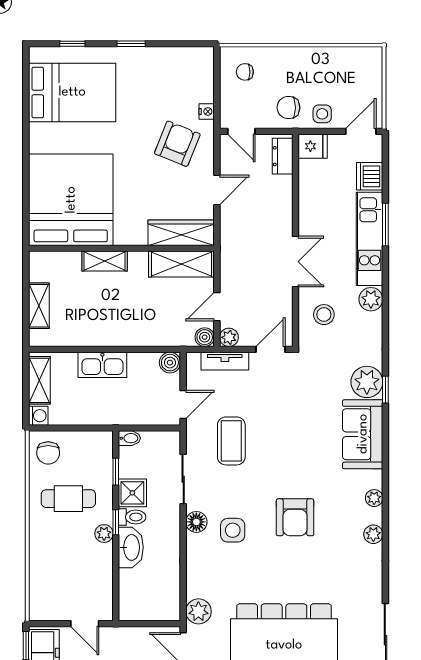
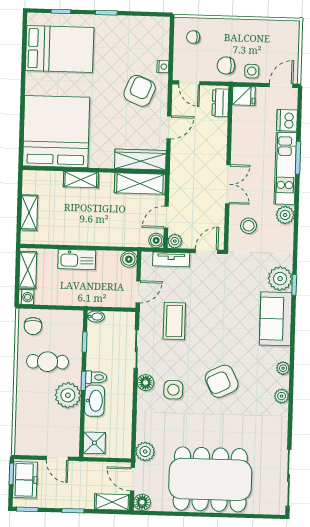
shower: (132, 493) -> (94, 443), moved
armchair: (295, 517) -> (222, 381), turned 64
plant: (104, 534) -> (68, 395), width x1.87, depth x1.87

